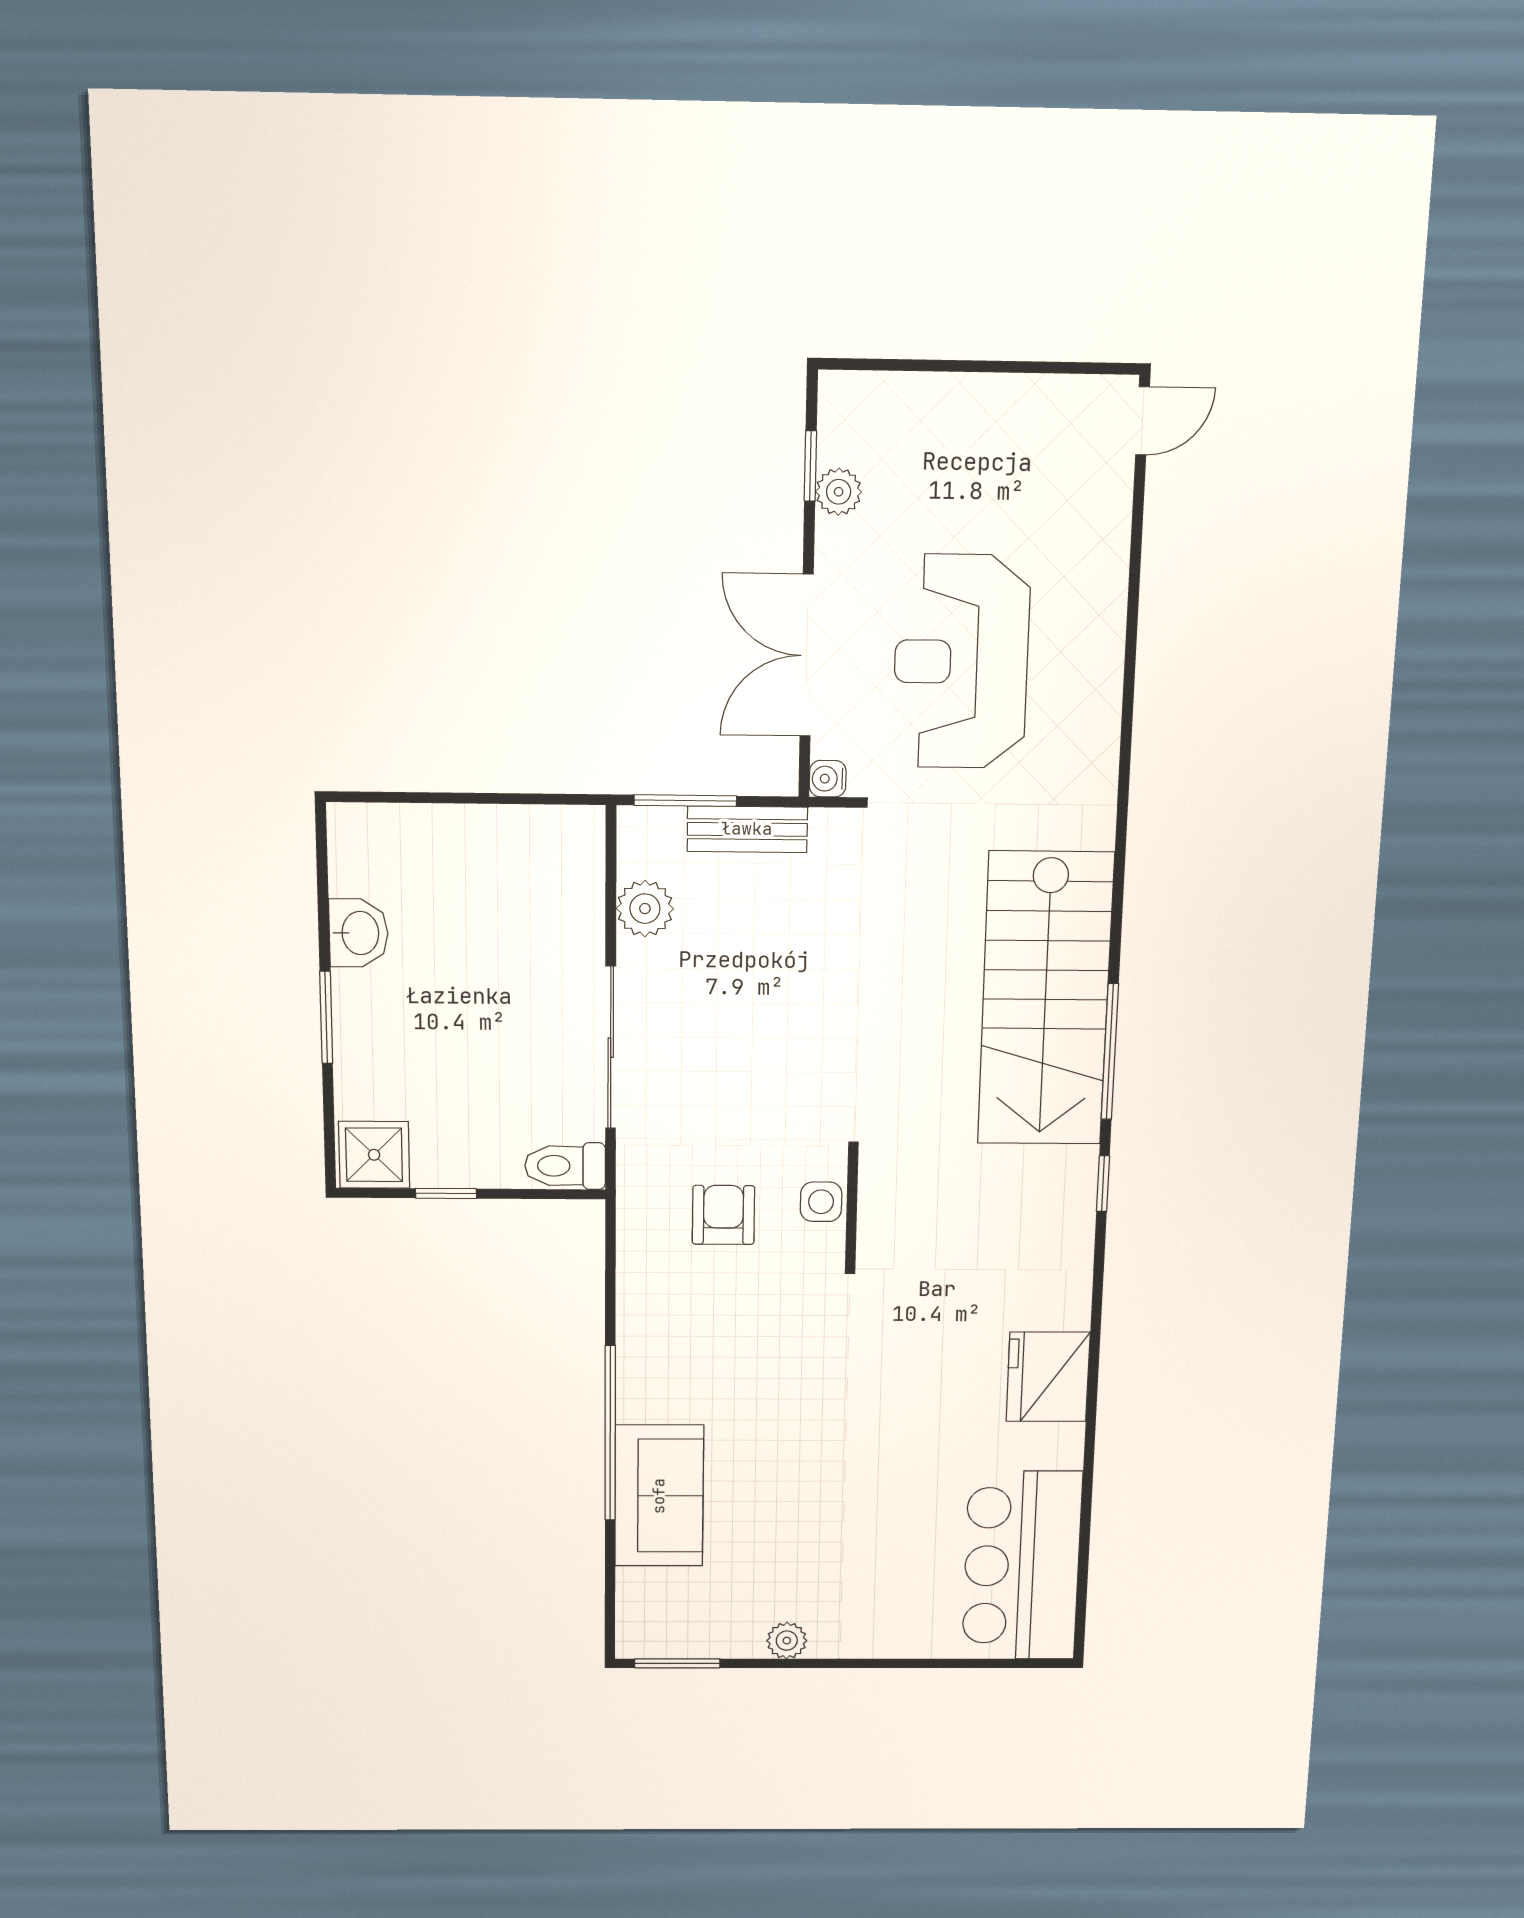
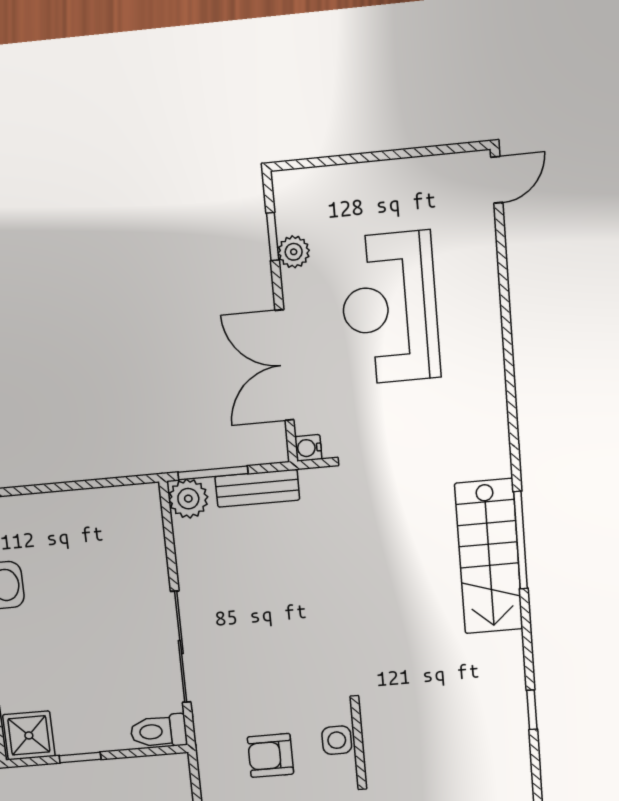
reception desk: (961, 662) -> (390, 308), moved
plant: (645, 909) -> (188, 499), moved
stairs: (1045, 999) -> (489, 556), width x0.73, depth x0.66
window: (1110, 1052) -> (521, 540), moved
armchair: (723, 1215) -> (270, 755), turned -90

